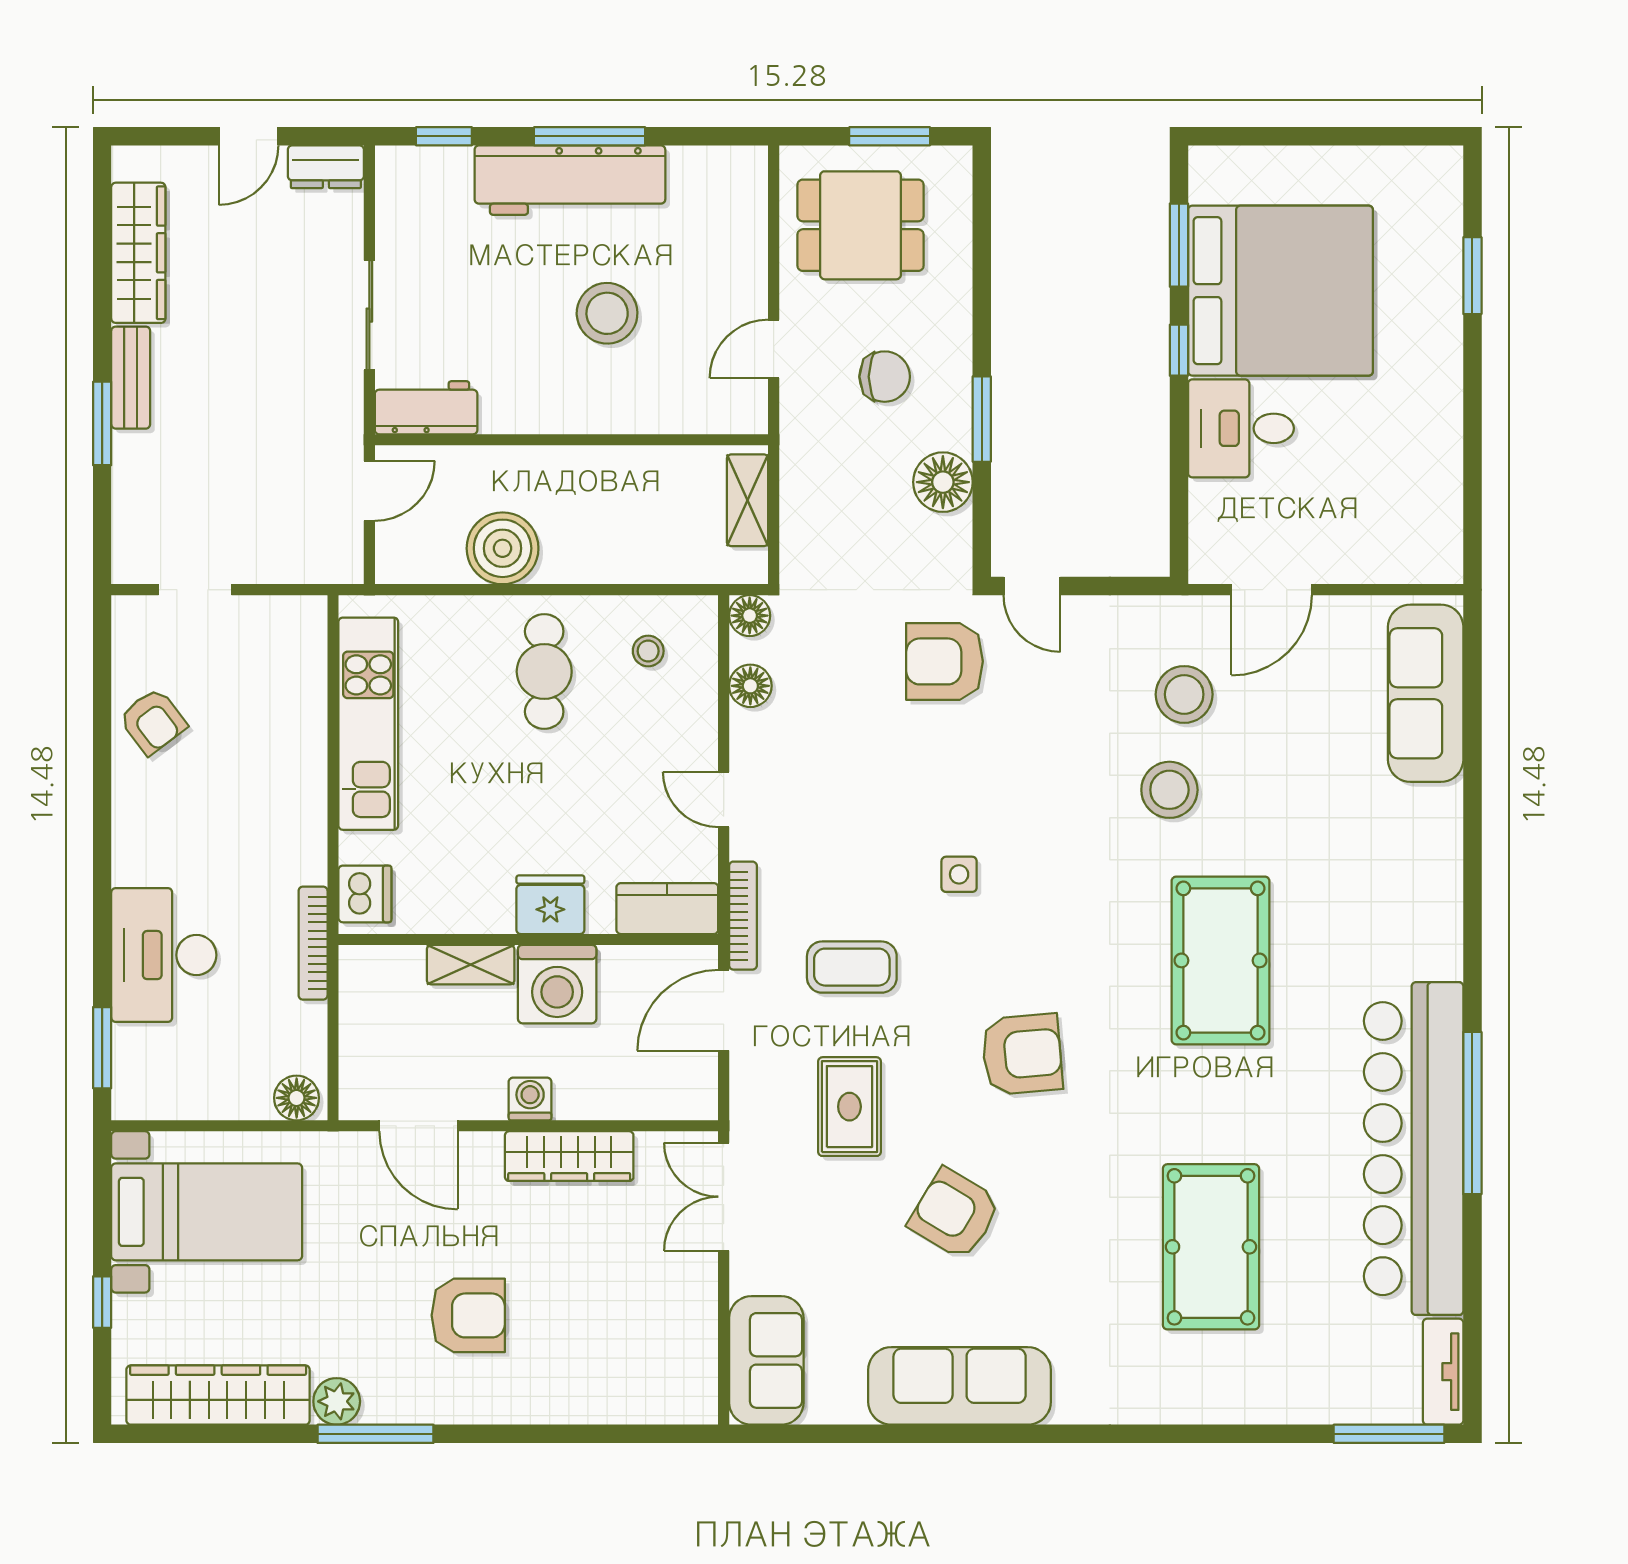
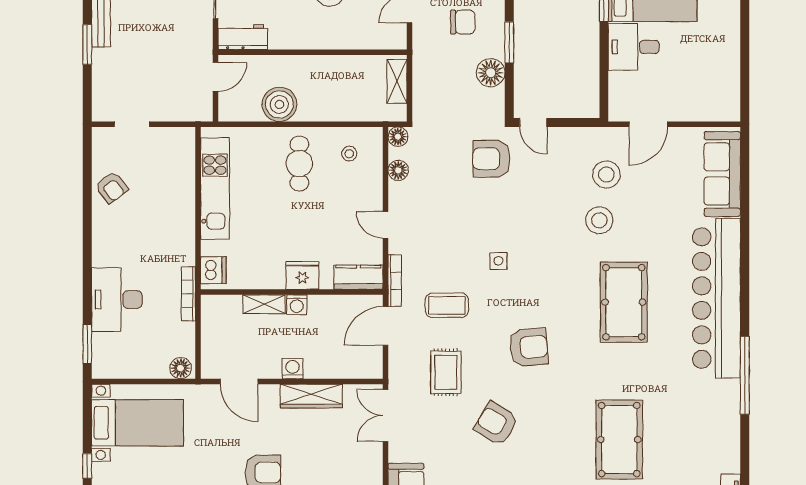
washing machine: (557, 984) -> (297, 305), width x0.53, depth x0.53
bar counter: (1414, 1149) -> (716, 298), moved

